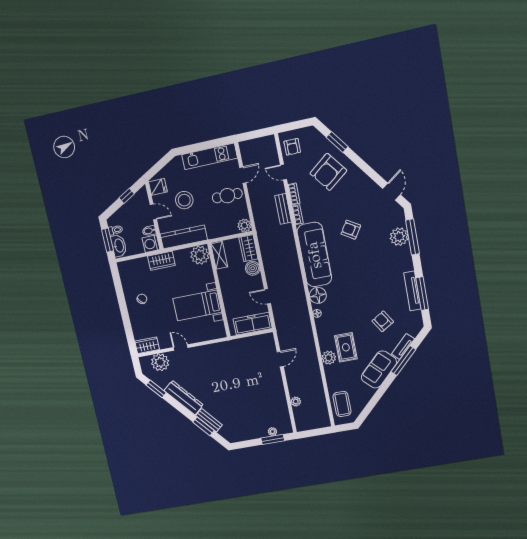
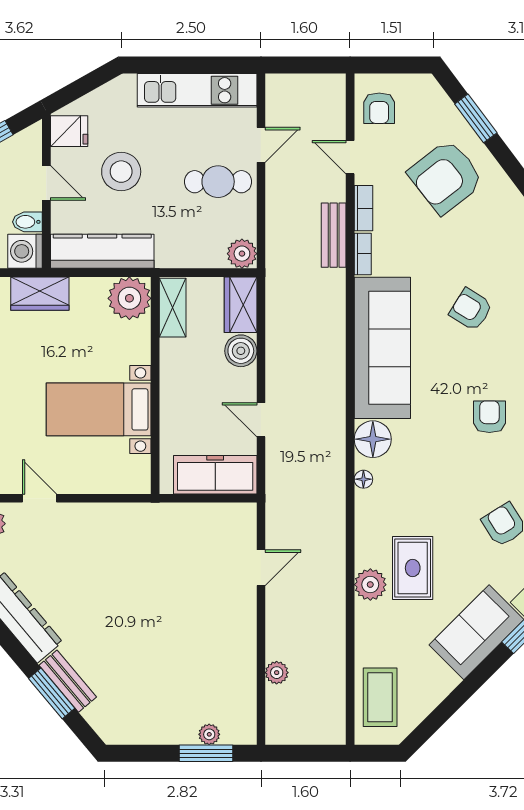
armchair: (368, 276) -> (489, 417), added

